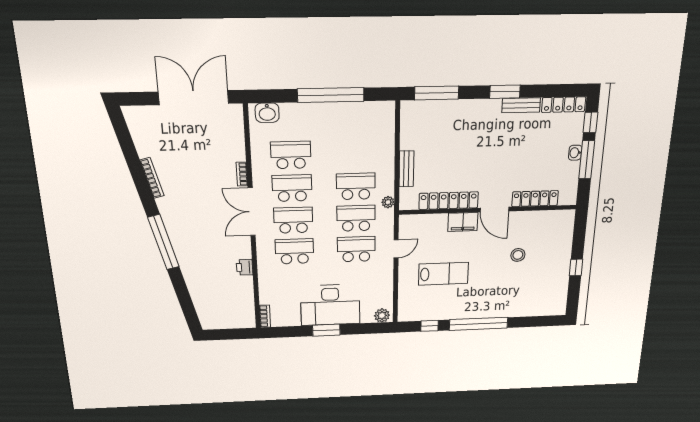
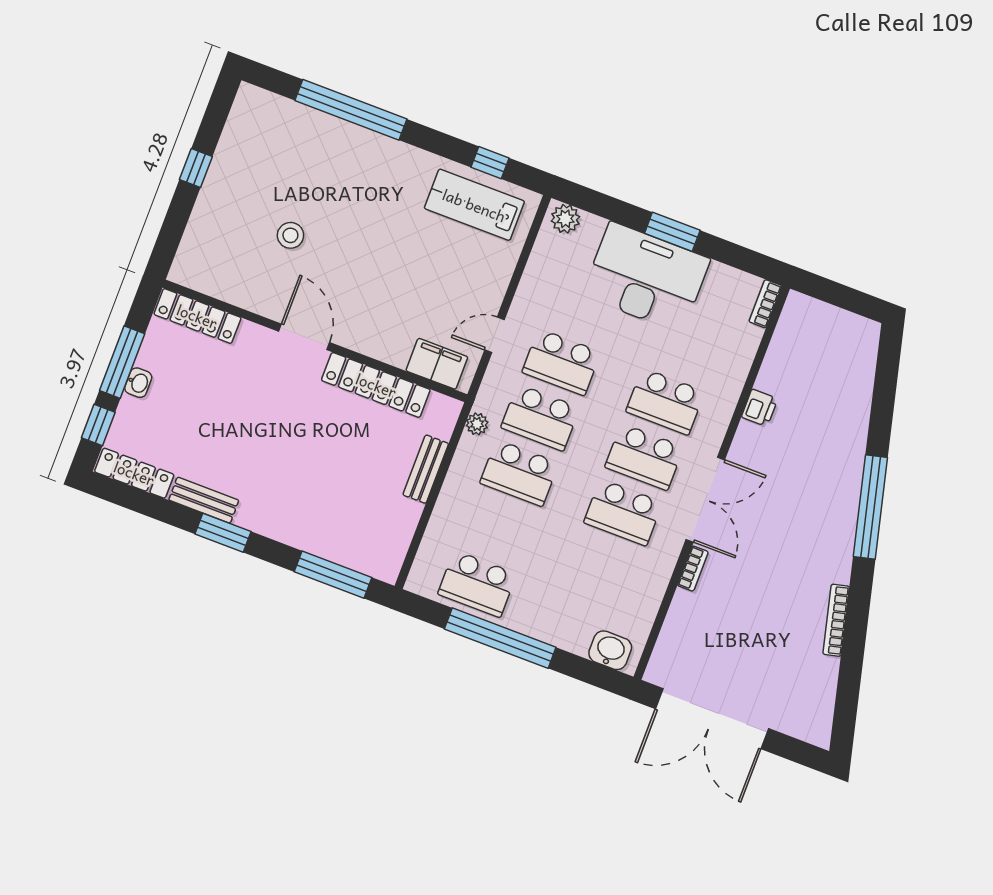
school desk: (291, 155) -> (477, 584), moved
locker: (535, 199) -> (197, 316), moved
filing cabinet: (463, 222) -> (437, 364), moved
lab bench: (443, 274) -> (474, 205), moved
window: (478, 324) -> (351, 110), moved

